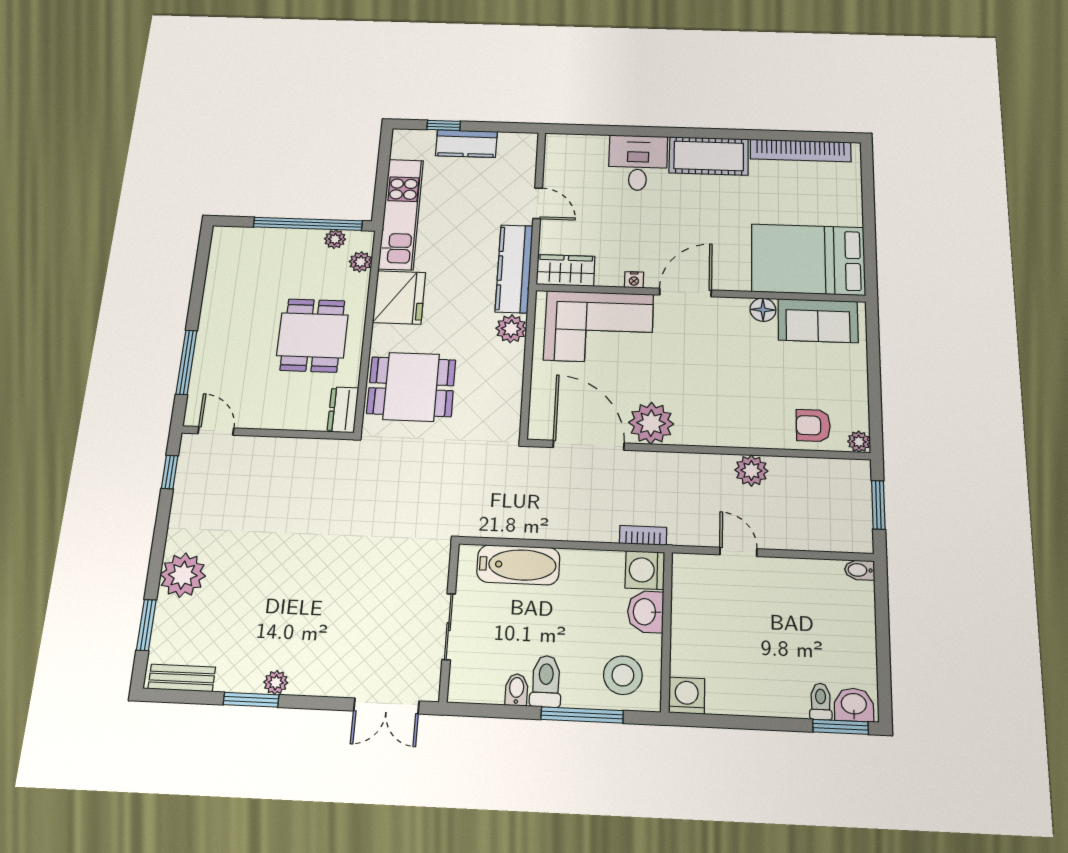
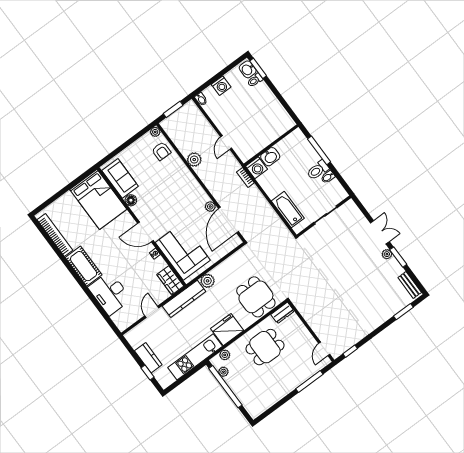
desk: (638, 163) -> (110, 293), width x1.37
plant: (651, 423) -> (210, 207), width x0.53, depth x0.53
plant: (183, 575) -> (379, 315), removed
stool: (623, 675) -> (296, 148), removed
washing machine: (687, 696) -> (221, 86), moved, turned -90
double door: (386, 706) -> (380, 232), moved

